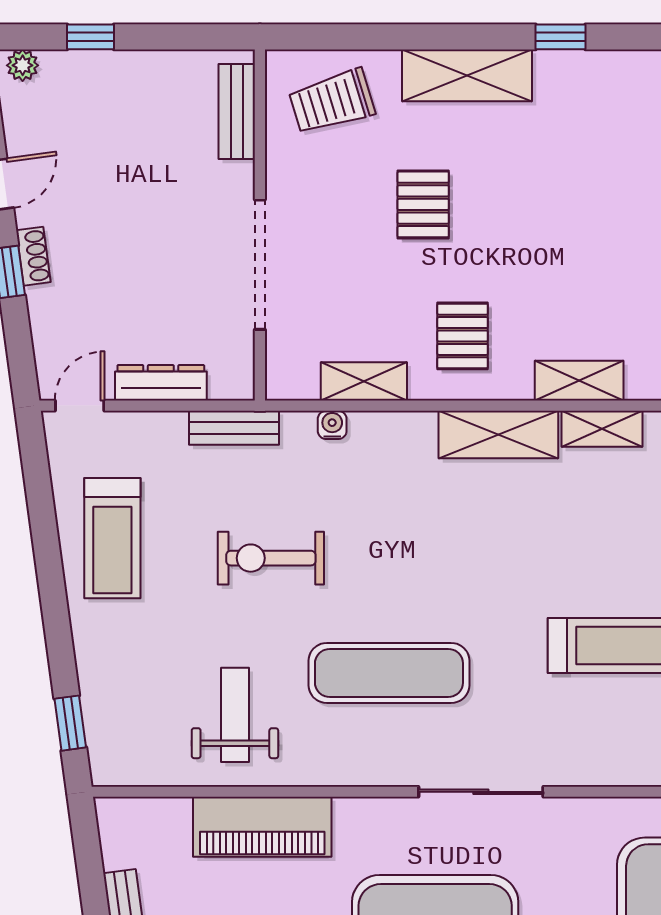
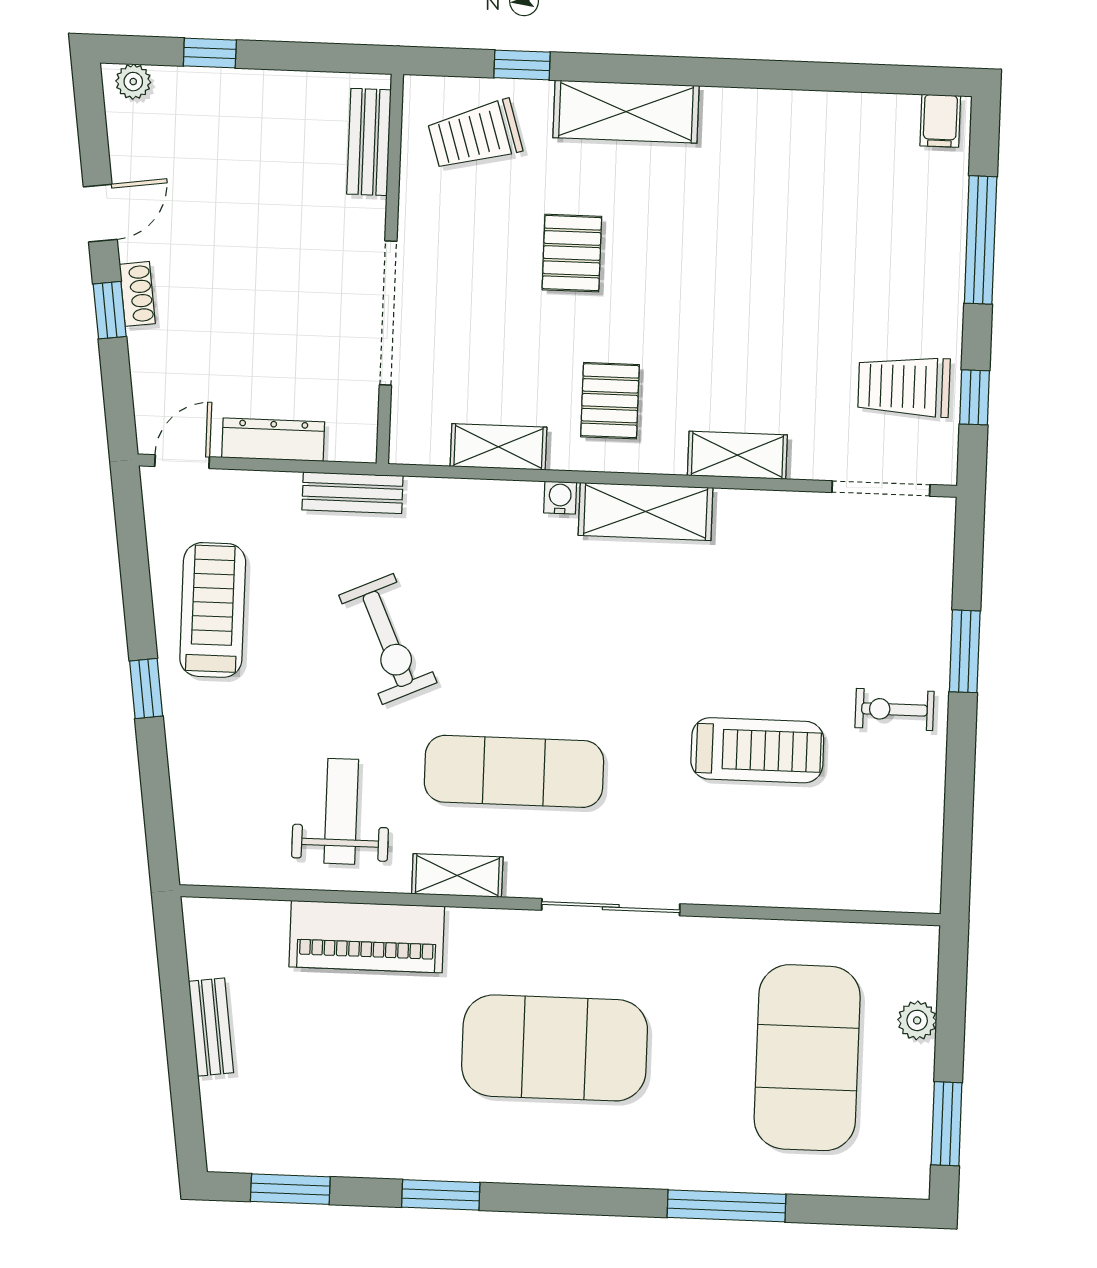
window: (560, 37) -> (522, 65), moved
water cooler: (332, 425) -> (560, 498), moved
shelving: (602, 429) -> (457, 875), moved
treadmill: (112, 538) -> (213, 610), turned 180
exercise bike: (271, 558) -> (388, 639), turned -114
window: (70, 723) -> (146, 688), moved

